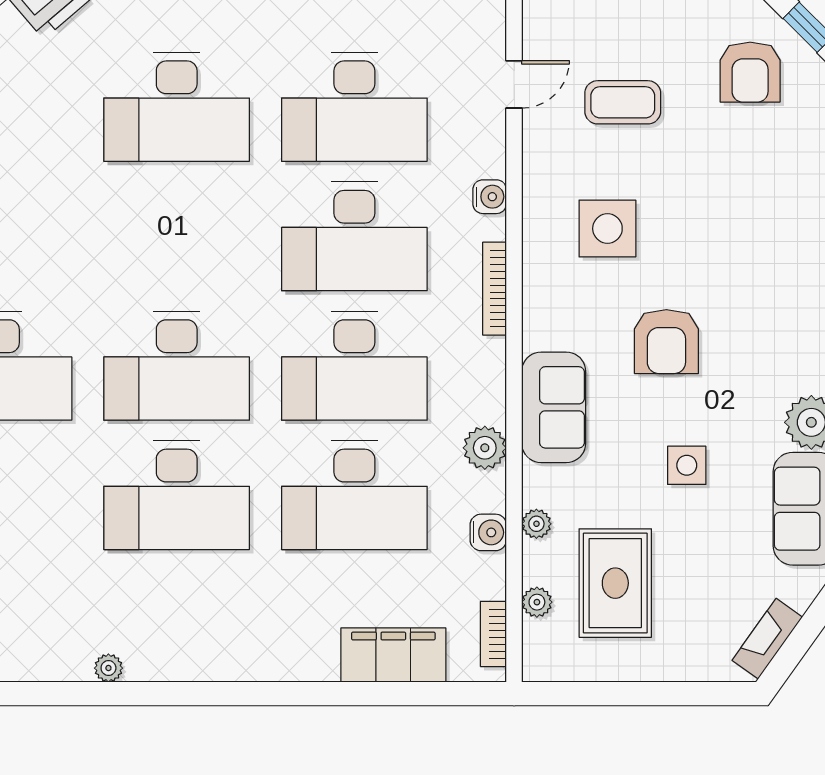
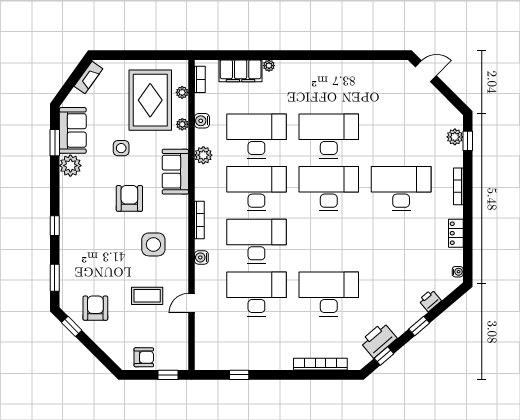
rug: (615, 583) -> (150, 100), width x1.37, depth x1.44
plant: (108, 668) -> (269, 66), moved

